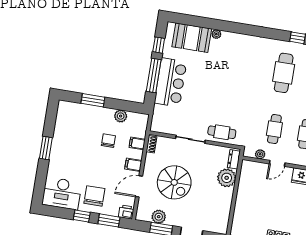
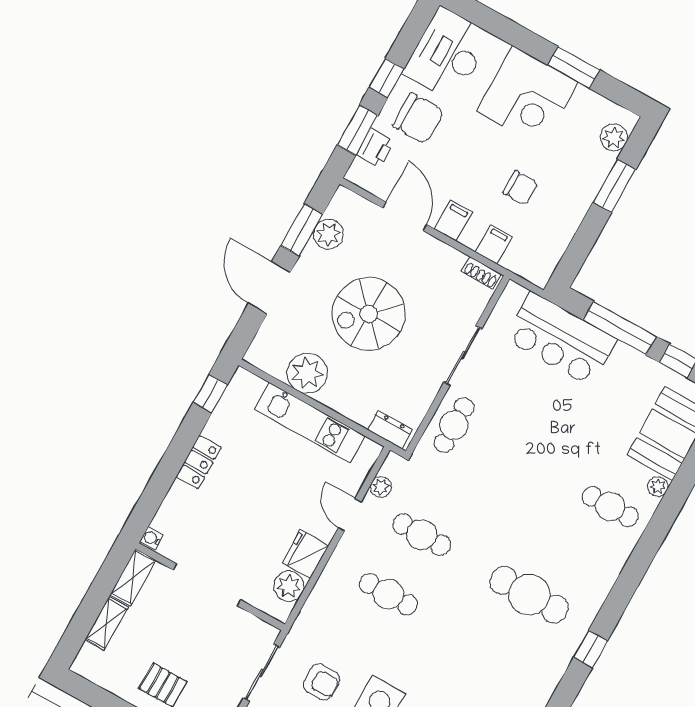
cafe table: (233, 52) -> (610, 507), added
bar counter: (170, 82) -> (561, 339), moved
plant: (121, 116) -> (614, 137), moved
window: (46, 148) -> (574, 67), moved
corner desk: (68, 152) -> (527, 97), added
plant: (227, 178) -> (307, 373), moved
spiral stairs: (174, 182) -> (369, 314), moved
kitchen unit: (243, 195) -> (310, 423), added
printer: (126, 212) -> (375, 148), moved

